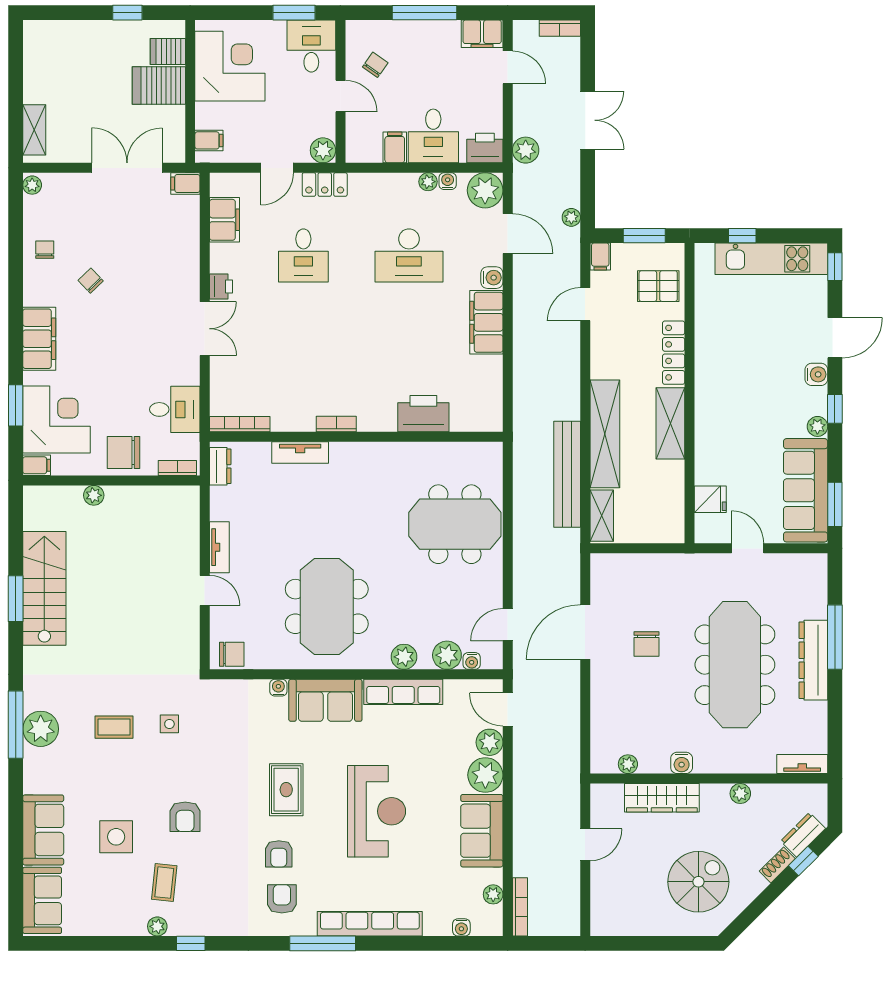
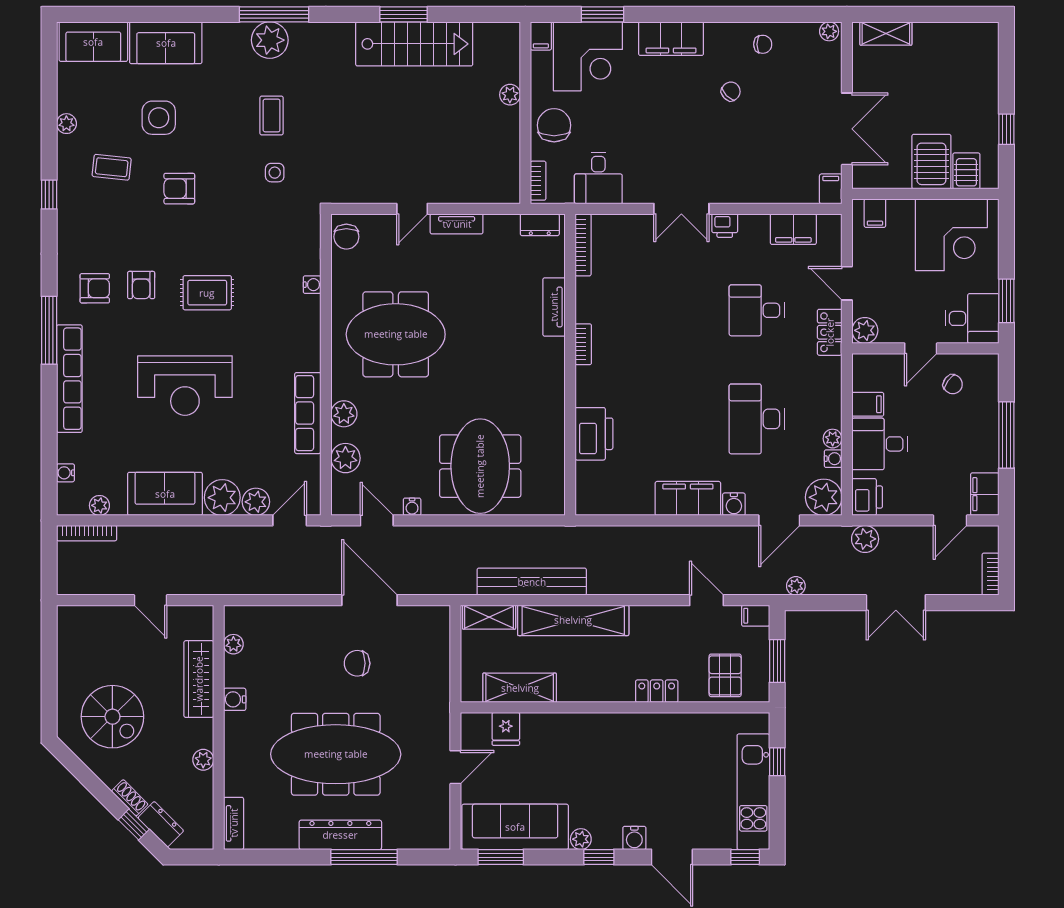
locker: (674, 353) -> (657, 691), width x0.66
shelving: (670, 423) -> (520, 688), moved
water cooler: (472, 661) -> (412, 507), moved, turned -90
sofa: (325, 700) -> (299, 333), removed
armchair: (279, 854) -> (141, 285), turned -90
plant: (157, 926) -> (66, 124), moved

